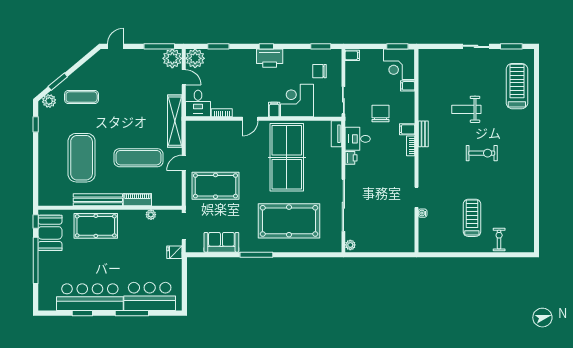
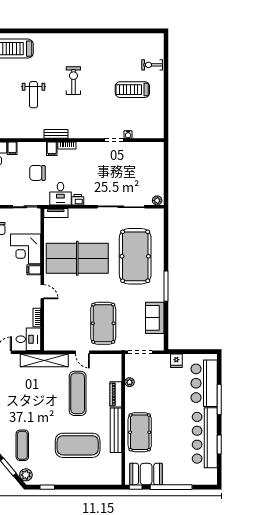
fridge: (174, 252) -> (176, 361), moved

